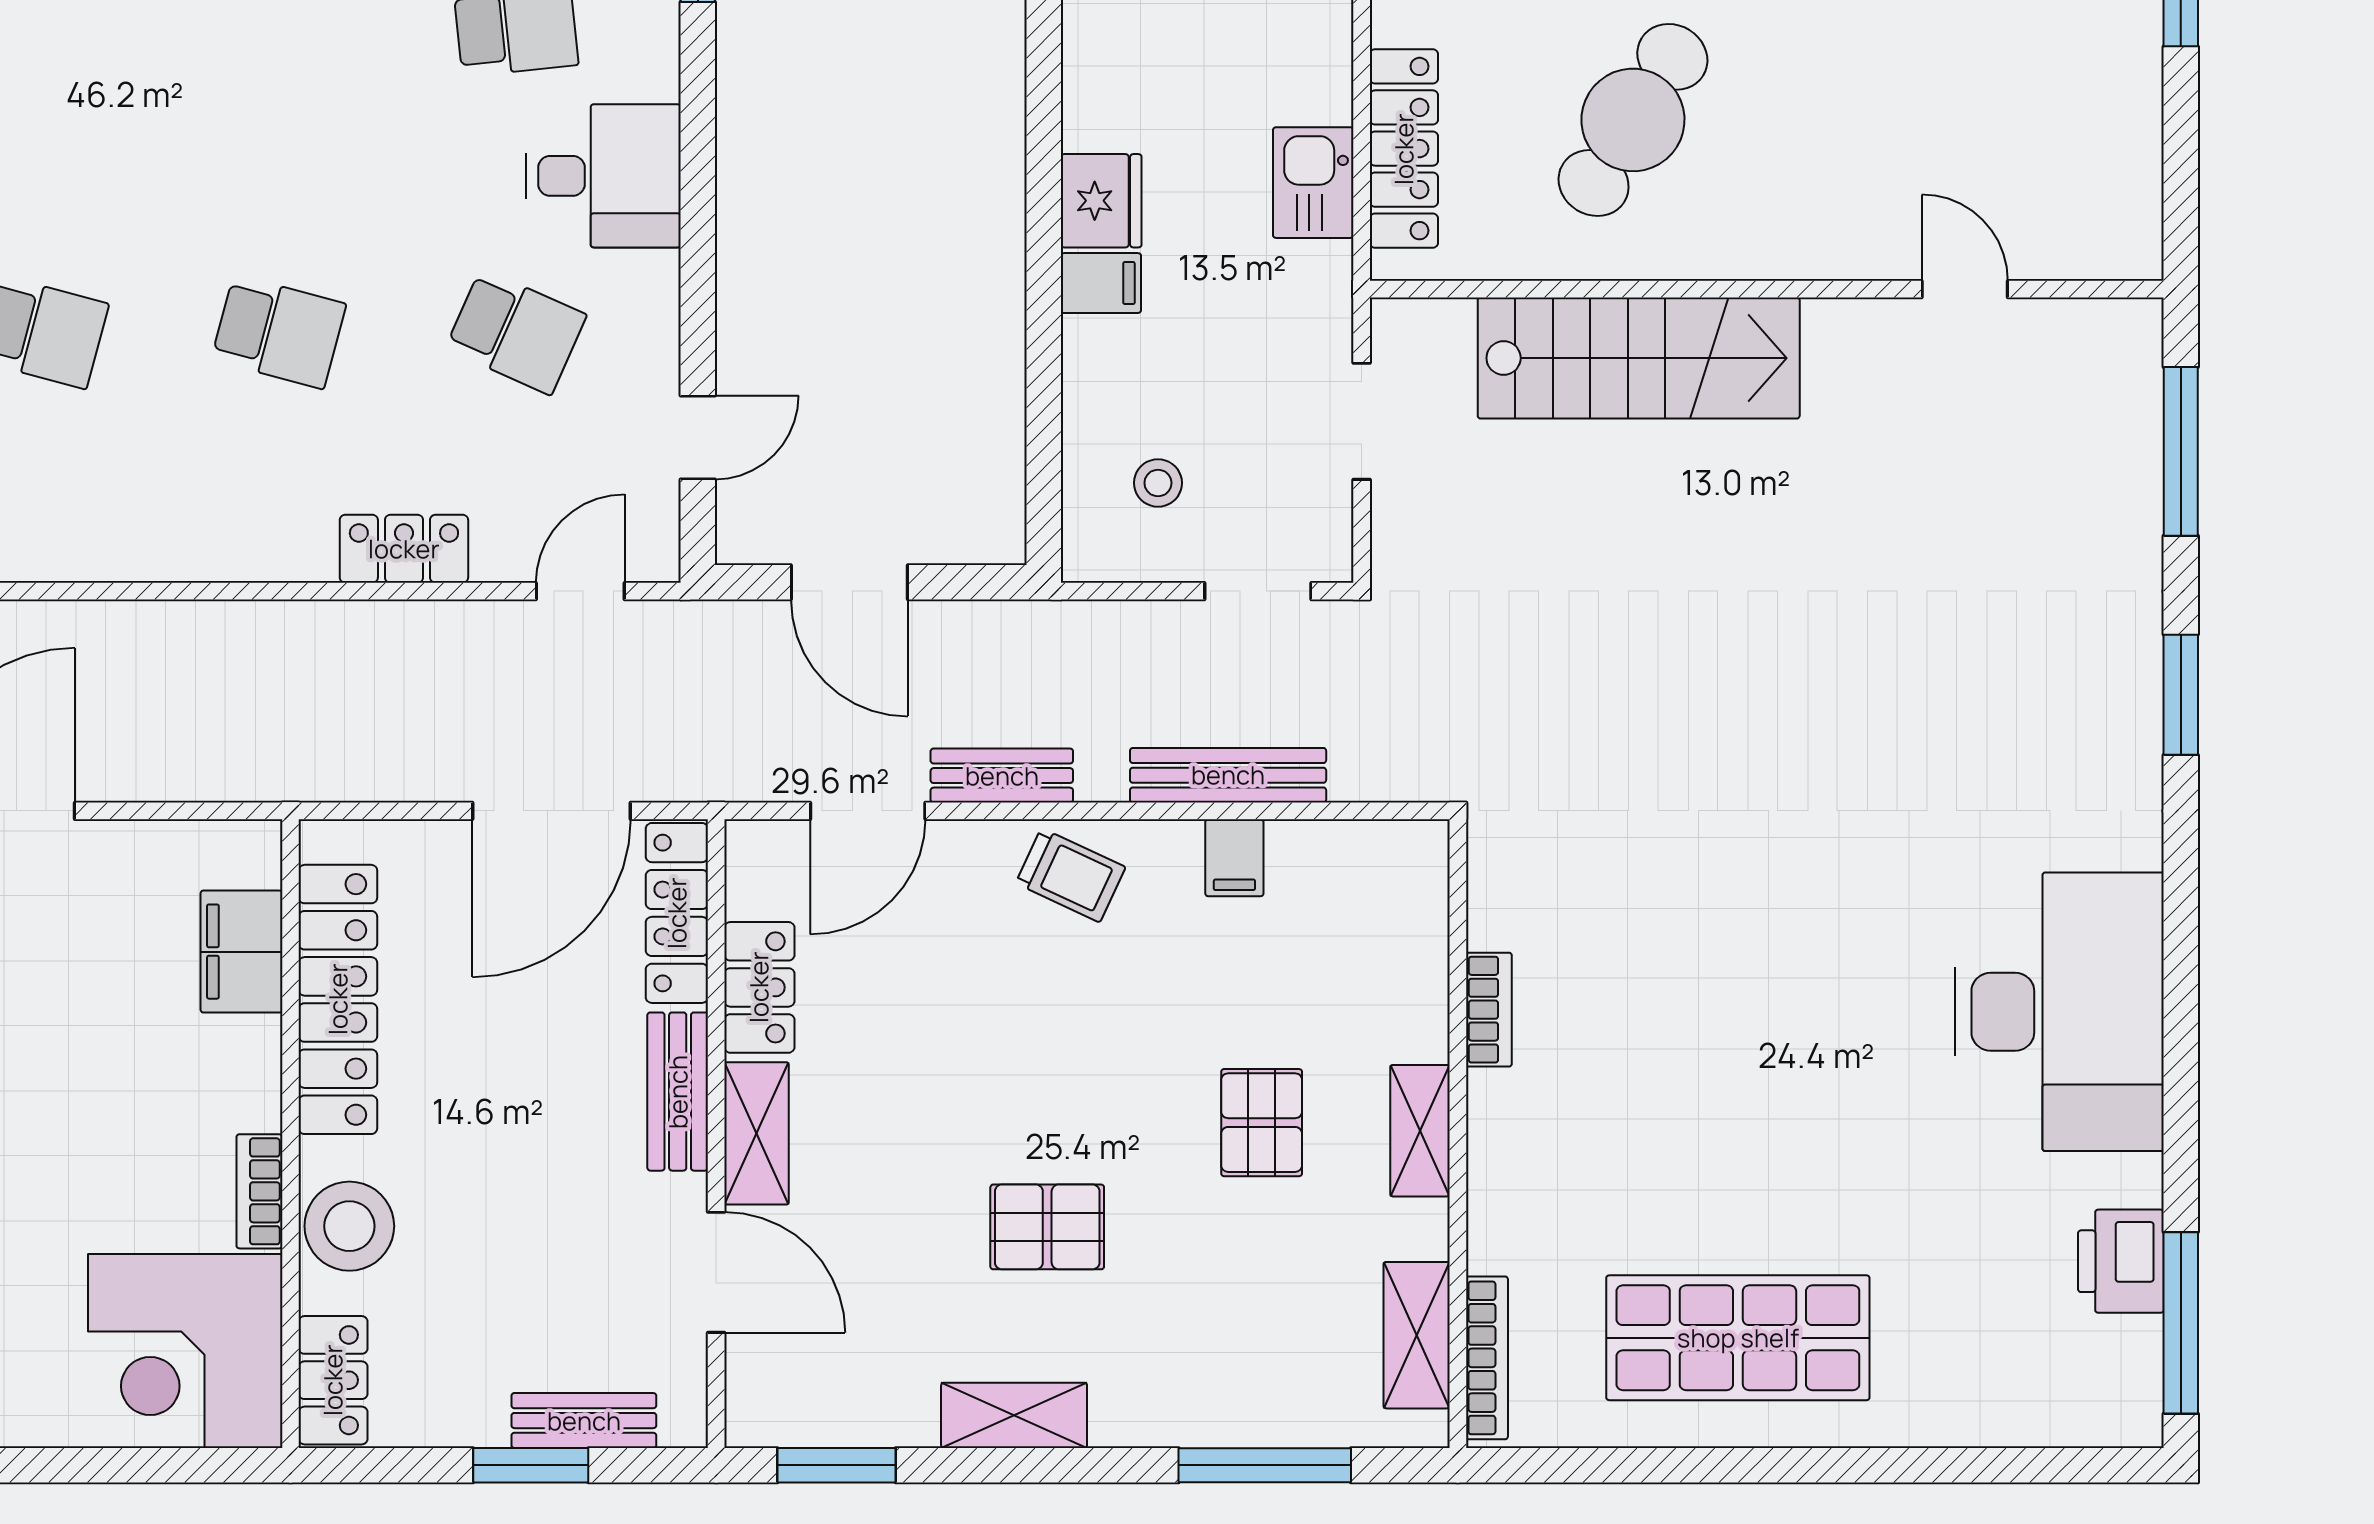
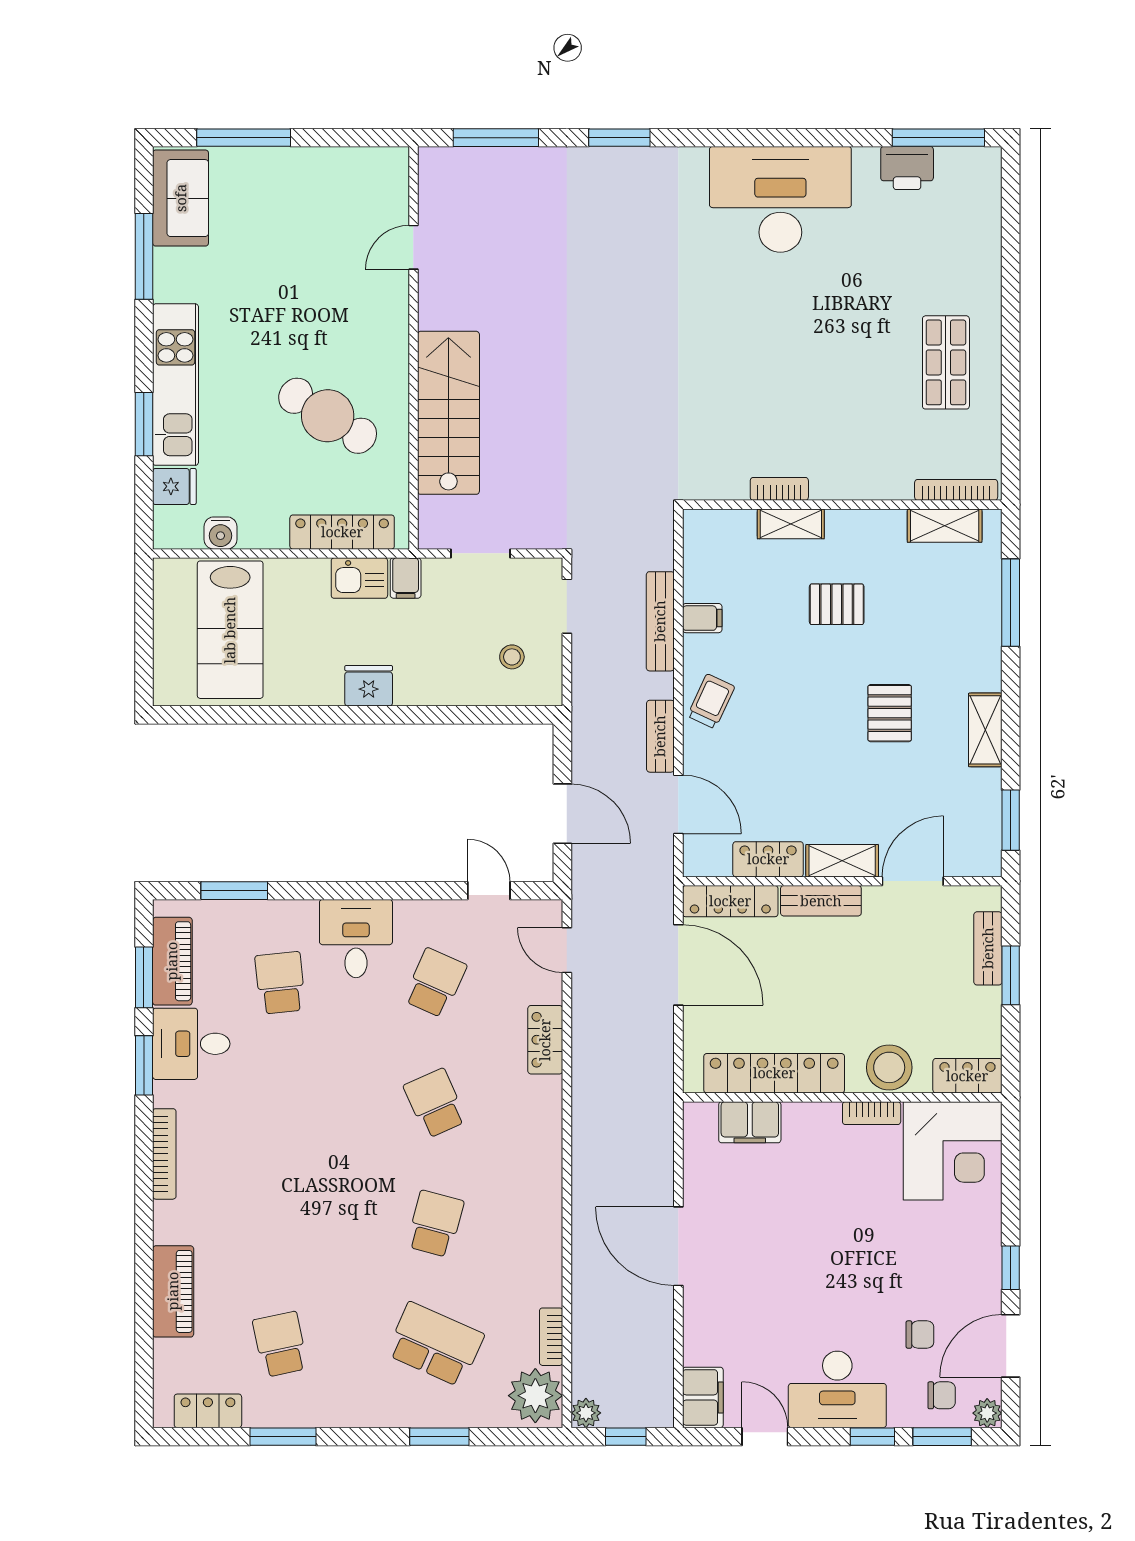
filing cabinet: (1101, 283) -> (406, 578), moved, turned 180
school desk: (279, 332) -> (435, 1103), turned -39
door: (849, 582) -> (562, 814), hinge flipped
shelving: (1420, 1131) -> (791, 524), moved
shop shelf: (1738, 1338) -> (946, 362), width x0.70, depth x0.74

